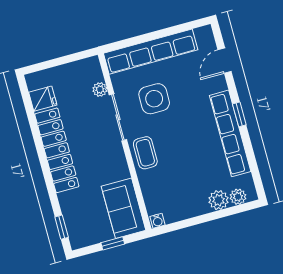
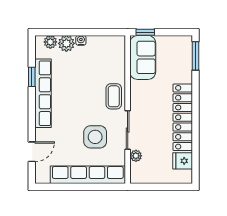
window: (239, 114) -> (32, 77), moved
water cooler: (157, 221) -> (81, 40), moved
window: (62, 227) -> (195, 56), width x1.50
window: (113, 243) -> (145, 32), moved

